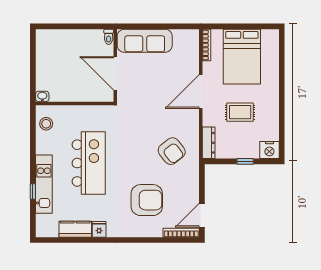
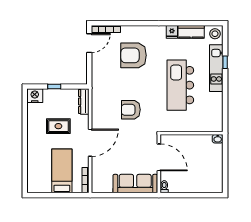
bed: (242, 57) -> (62, 171), width x0.67
stool: (46, 124) -> (215, 34), moved
armchair: (172, 151) -> (131, 110), moved, turned -52

